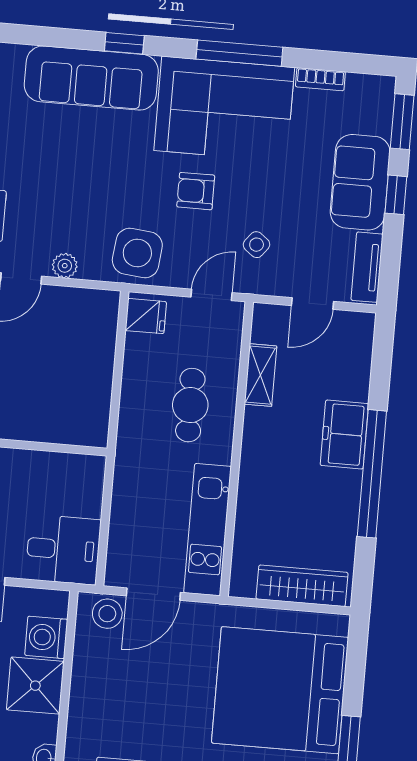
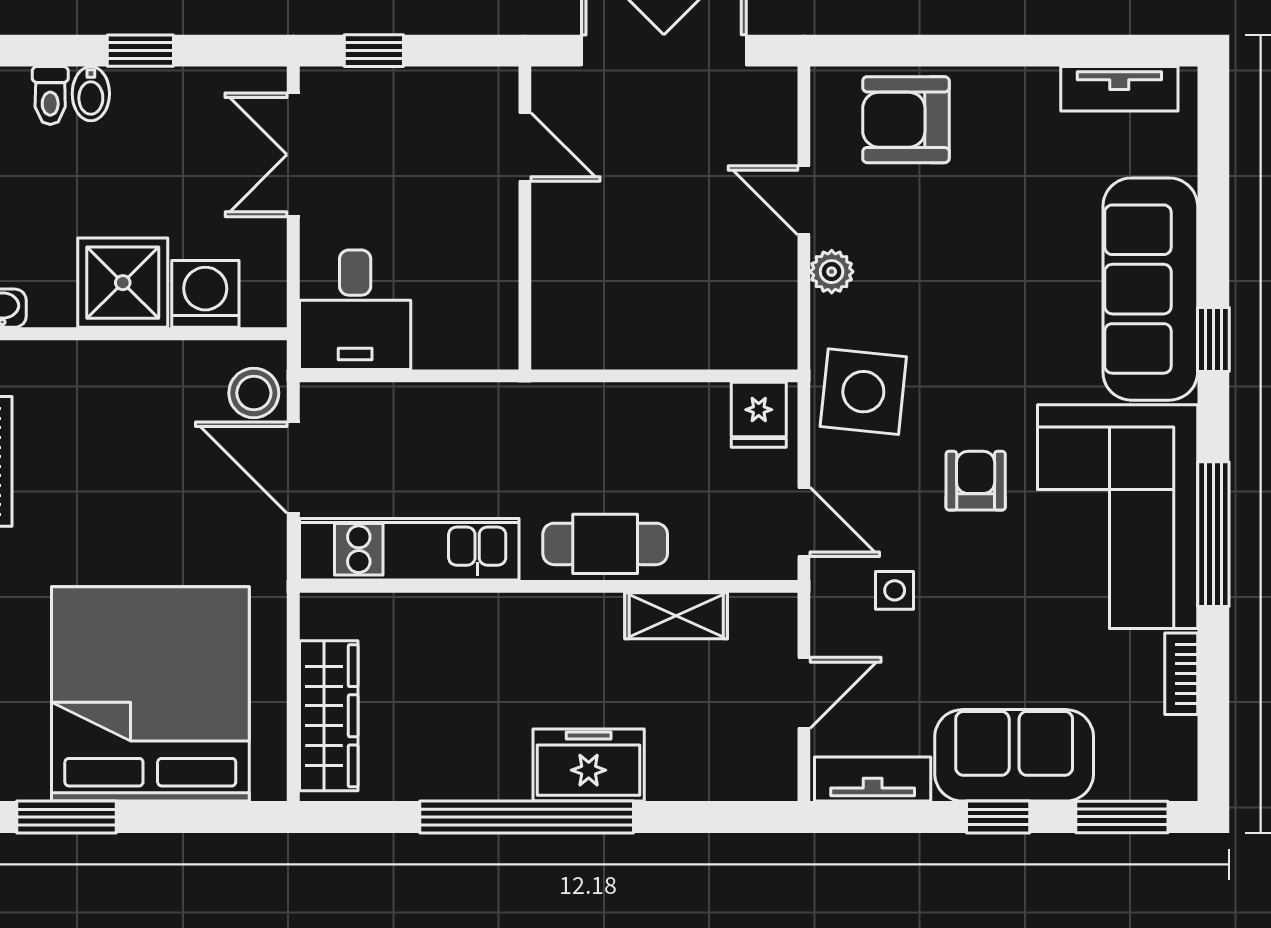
side table: (257, 245) -> (895, 590), turned -38
door: (313, 303) -> (804, 693), swing flipped
cafe table: (190, 405) -> (605, 544), moved

